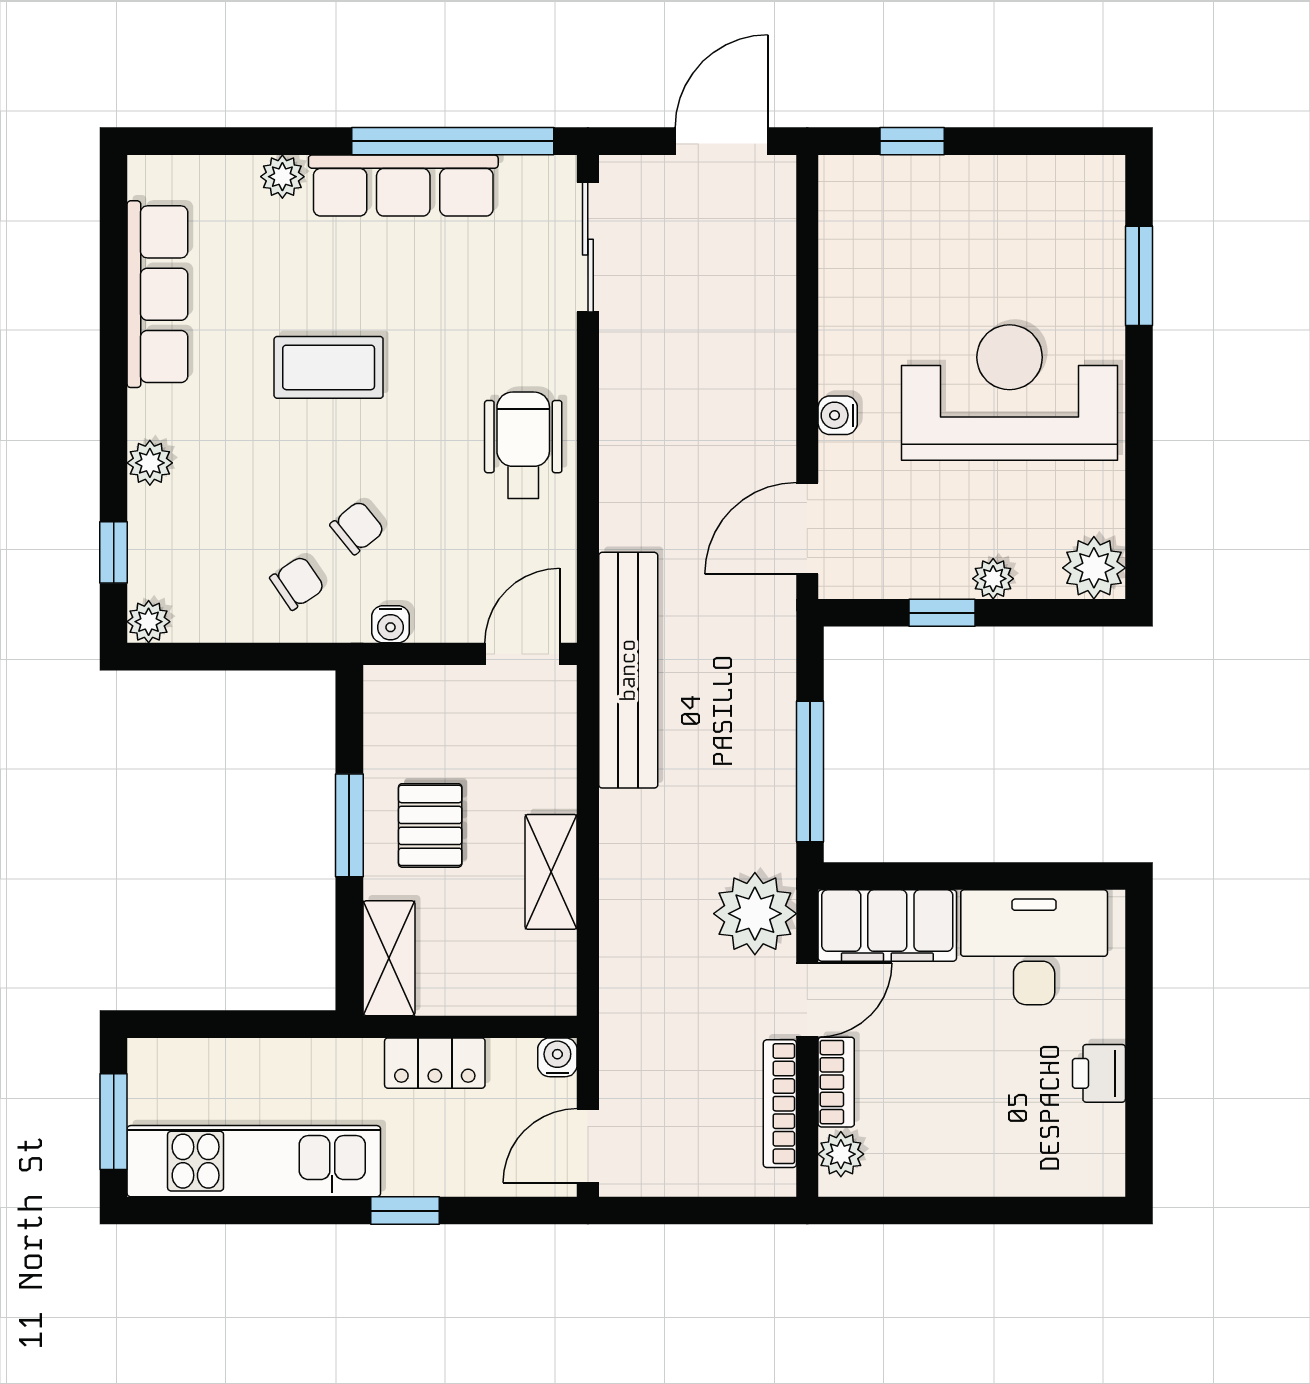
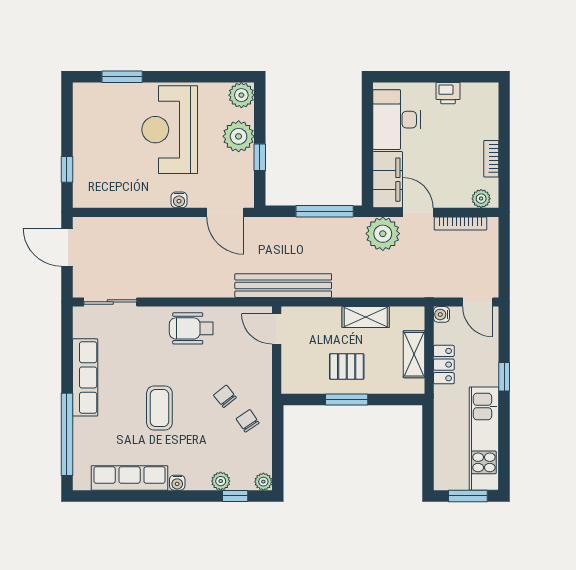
window: (453, 141) -> (67, 434), moved
plant: (282, 177) -> (81, 427), removed
plant: (150, 463) -> (221, 481), moved
plant: (993, 579) -> (239, 136), width x1.88, depth x1.88
water cooler: (391, 624) -> (177, 483), moved, turned 90
shelving: (389, 958) -> (414, 354), moved, turned 90
bookcase: (836, 1082) -> (491, 159), moved, turned -90

